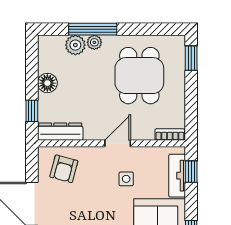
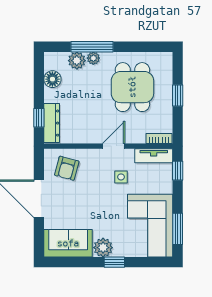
window: (191, 58) -> (178, 95), moved
floor lamp: (47, 83) -> (52, 79), moved
dresser: (60, 132) -> (52, 123), moved, turned 90
tv unit: (177, 176) -> (154, 156), moved, turned -90

